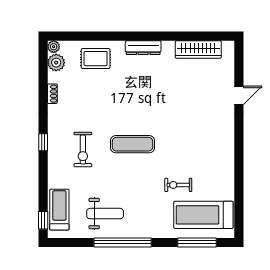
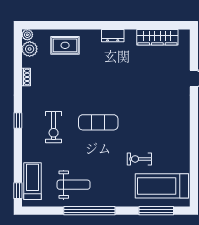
dresser: (143, 48) -> (113, 36), width x0.70

